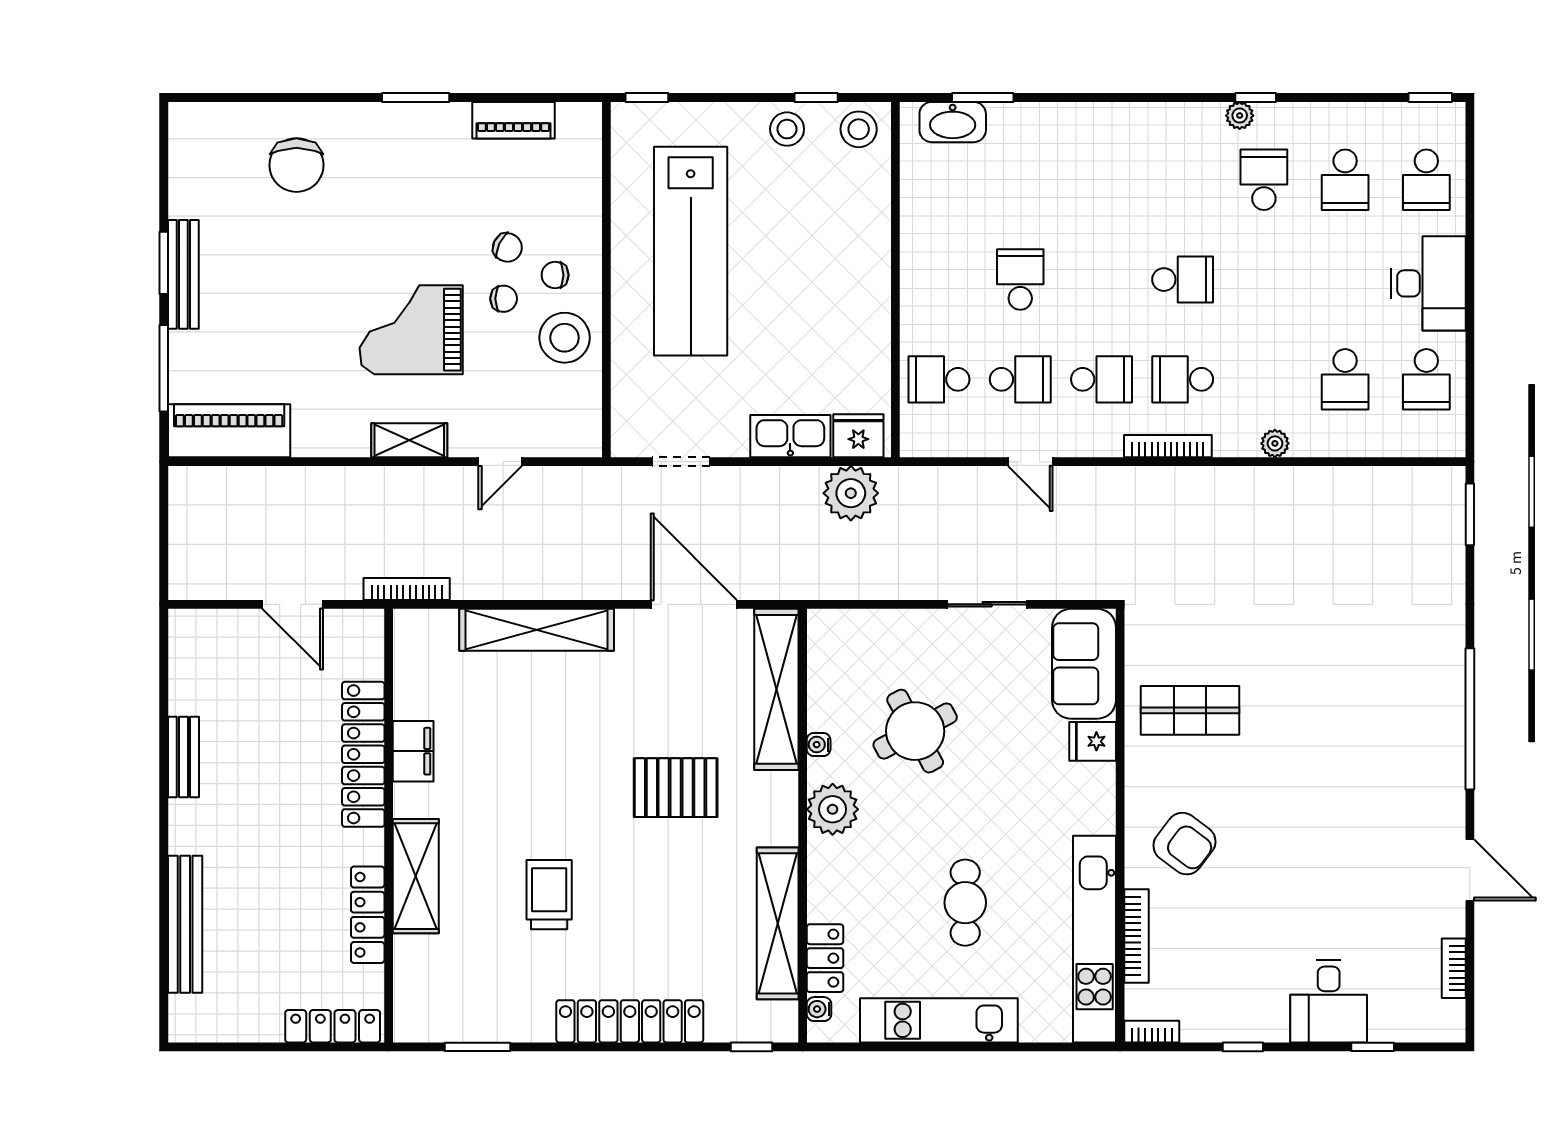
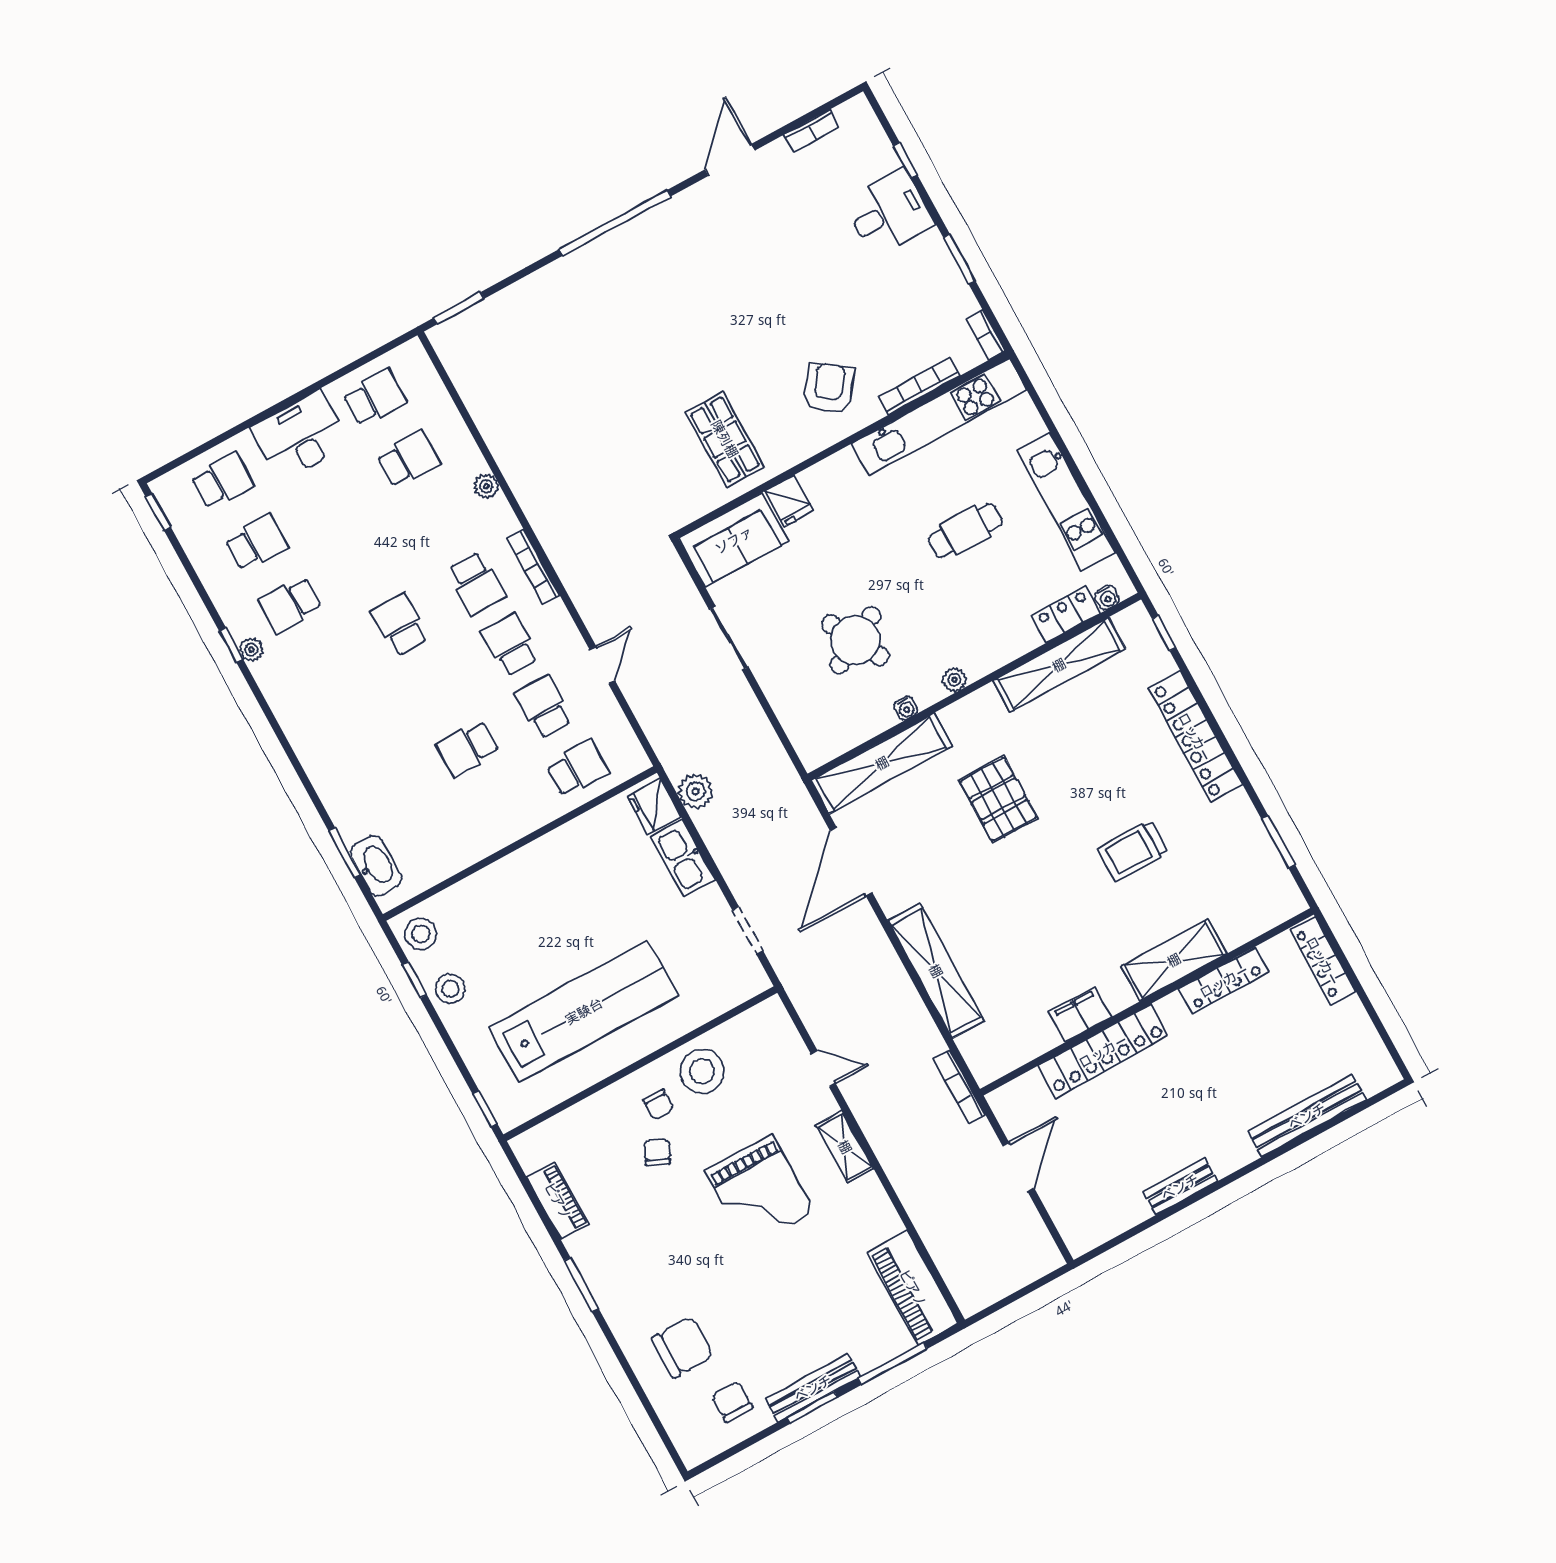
chair: (504, 299) -> (732, 1402), moved, width x1.37, depth x1.37
school desk: (939, 379) -> (578, 769), turned -90
plant: (851, 493) -> (696, 791), width x0.73, depth x0.73
plant: (833, 809) -> (954, 680), width x0.53, depth x0.53
window: (1243, 1047) -> (959, 259), width x1.50

